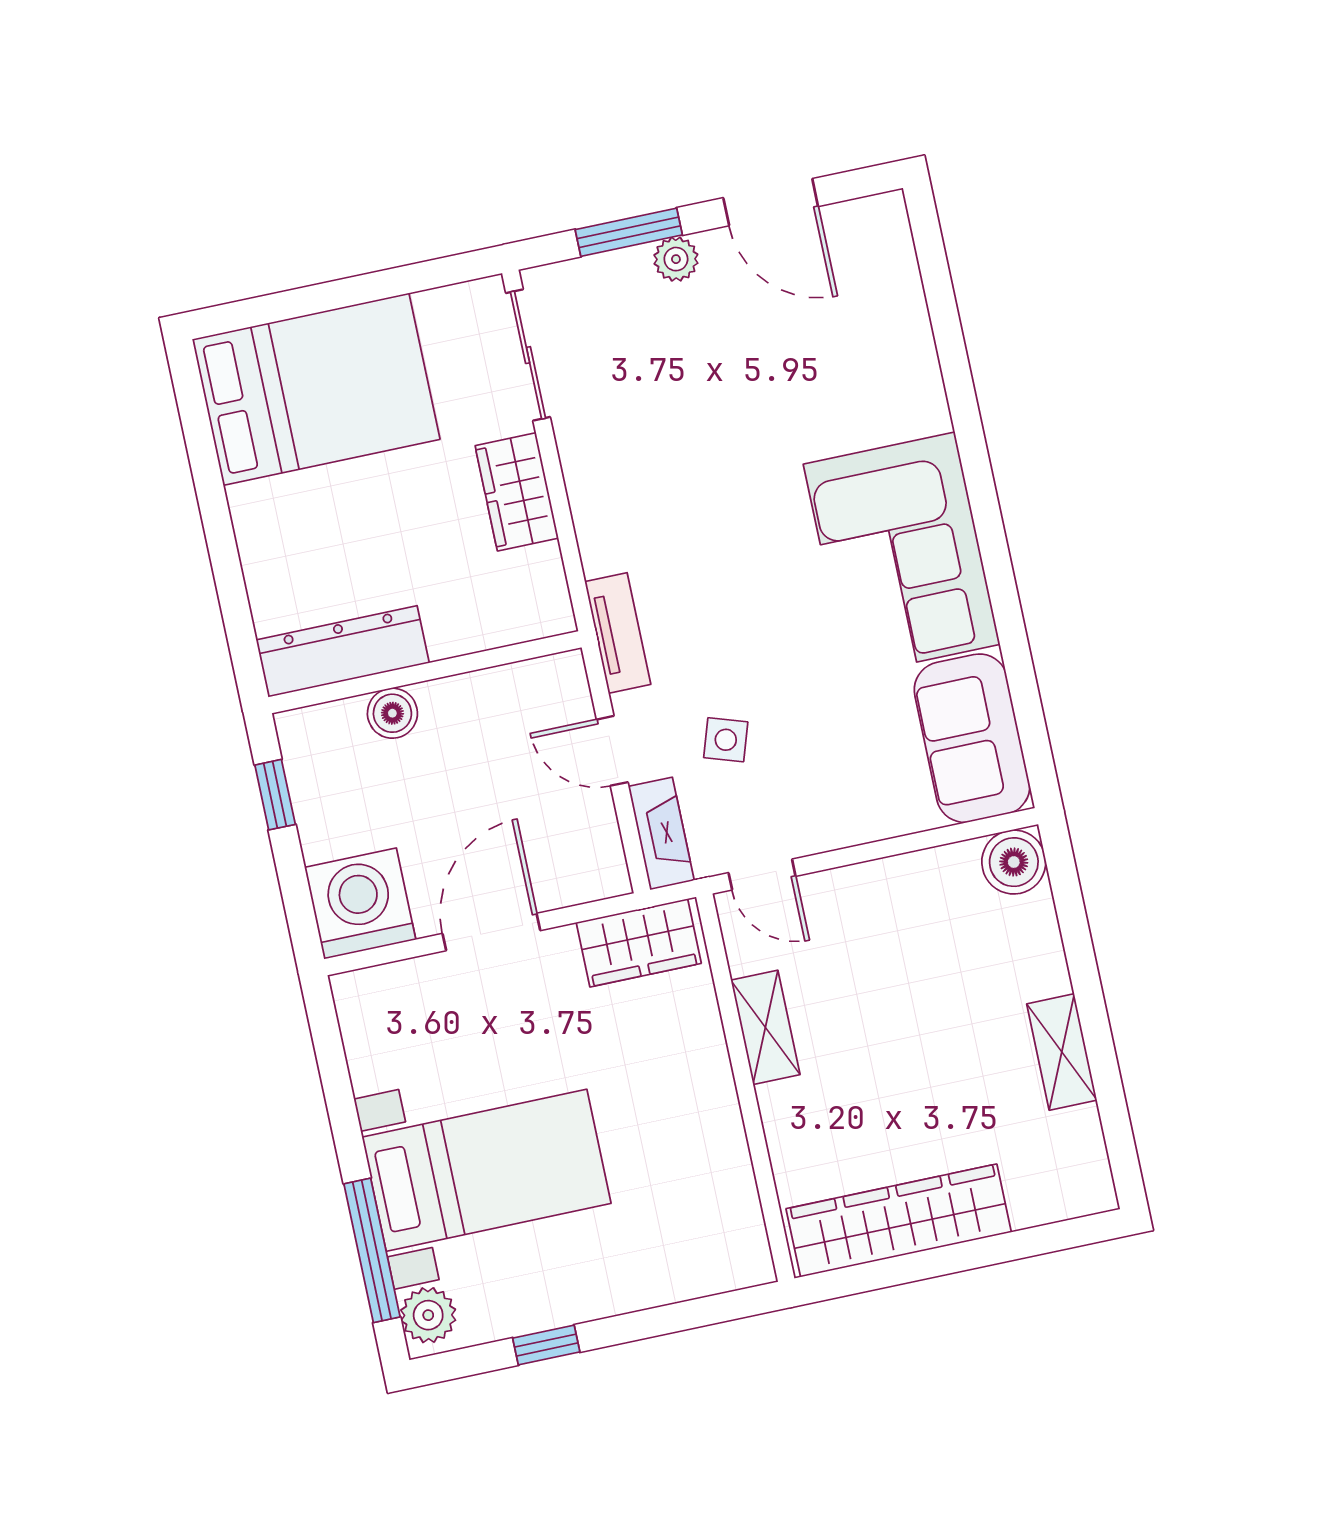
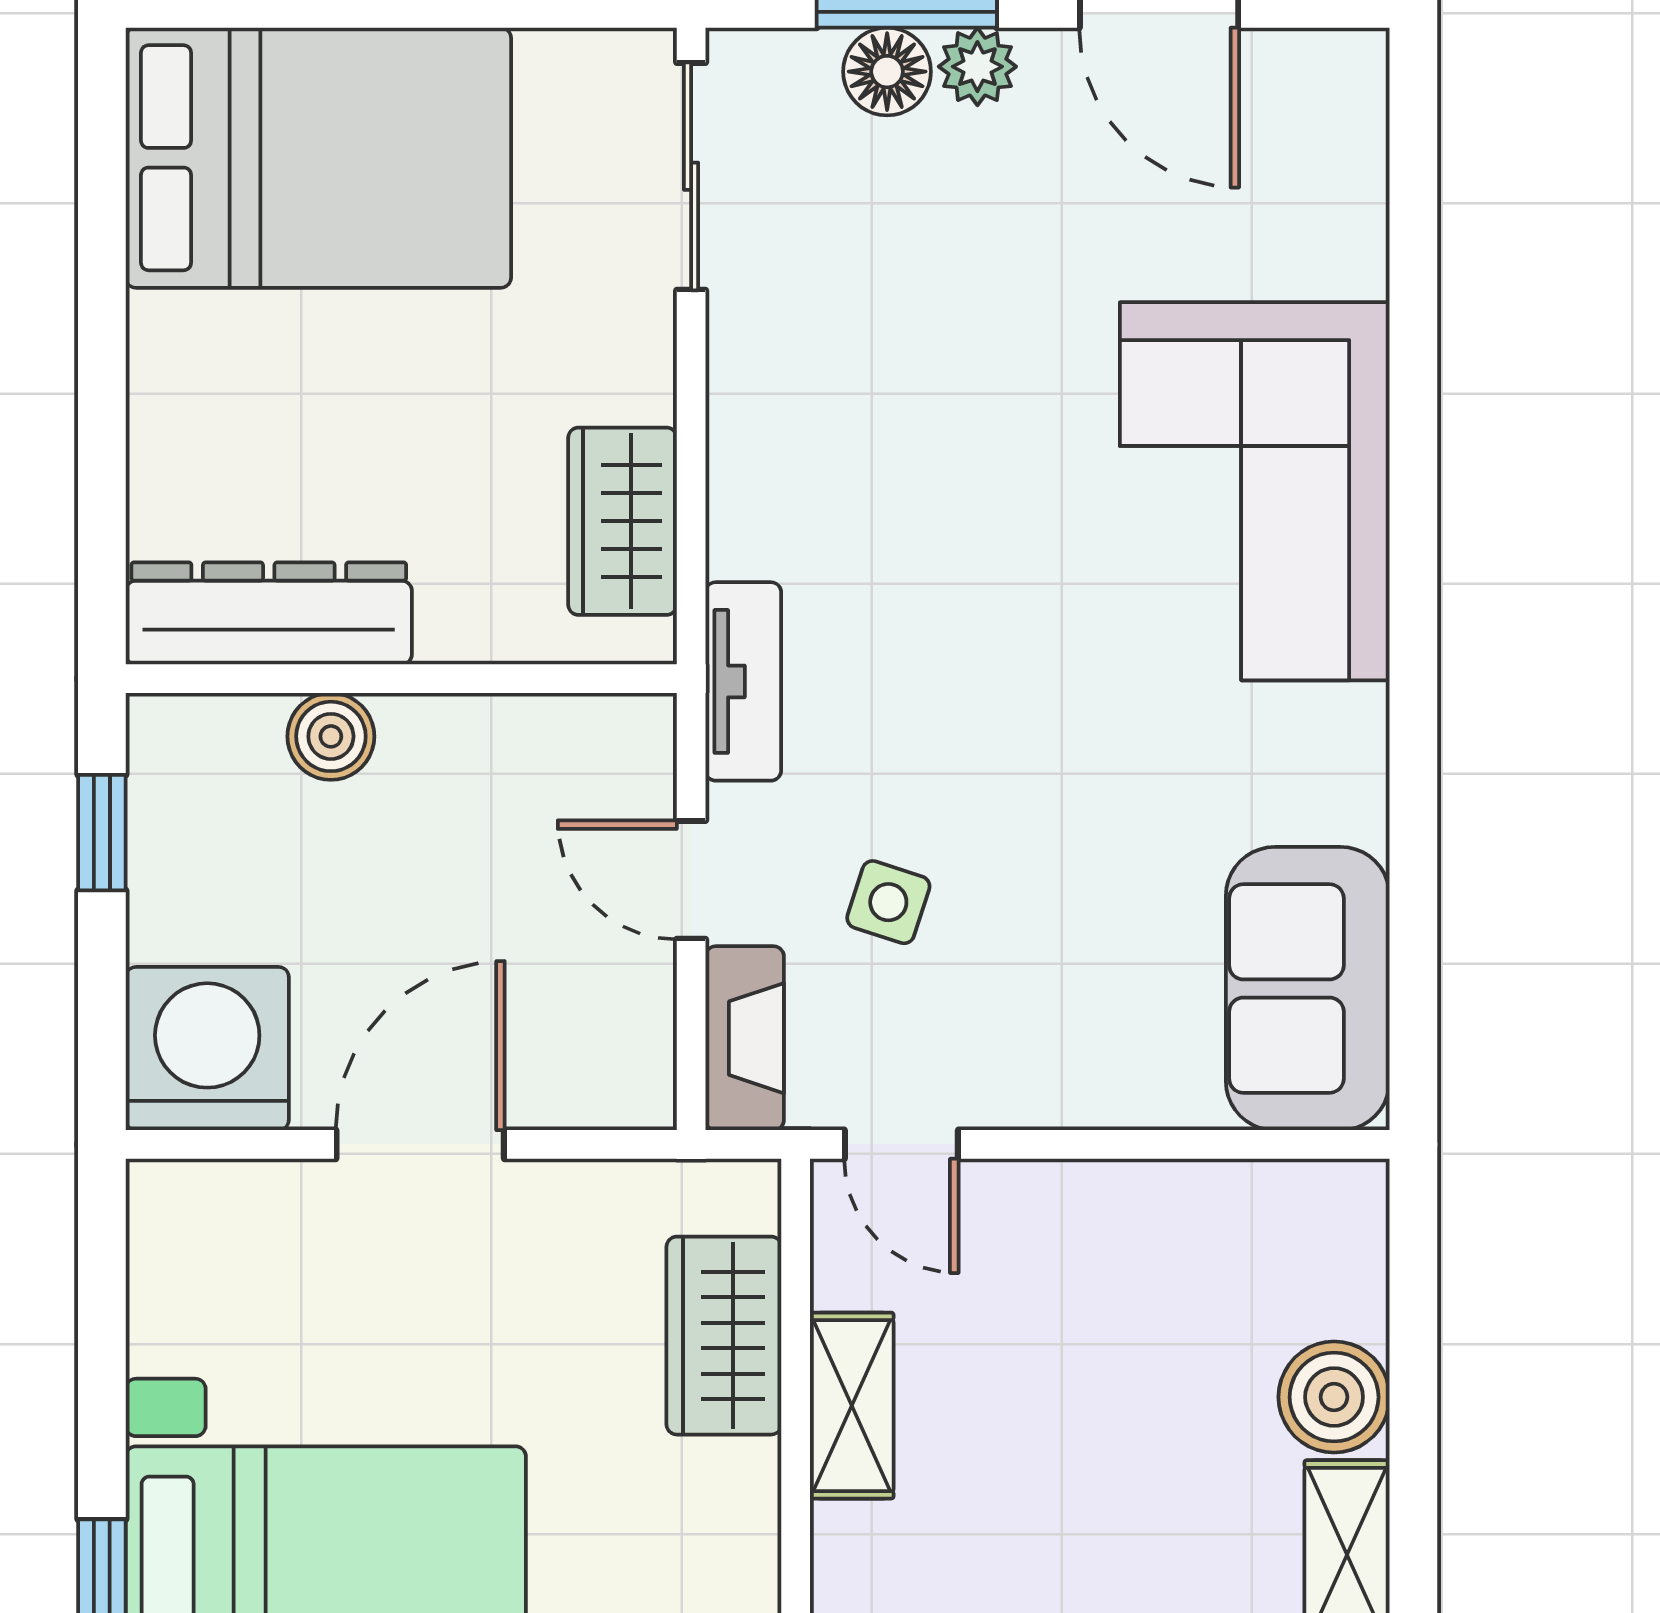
floor lamp: (626, 273) -> (887, 72), added
wardrobe: (517, 492) -> (622, 521), moved
corner sofa: (902, 554) -> (1255, 491), moved
boiler: (1014, 862) -> (1334, 1397), moved
wardrobe: (639, 943) -> (724, 1336), moved, turned 90

